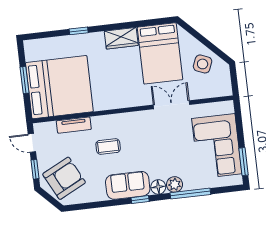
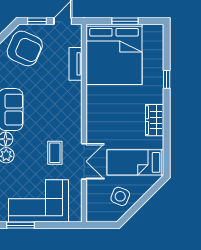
bed: (160, 53) -> (135, 162), width x0.67
coffee table: (108, 146) -> (55, 153), moved
armchair: (64, 178) -> (25, 48), turned -39

